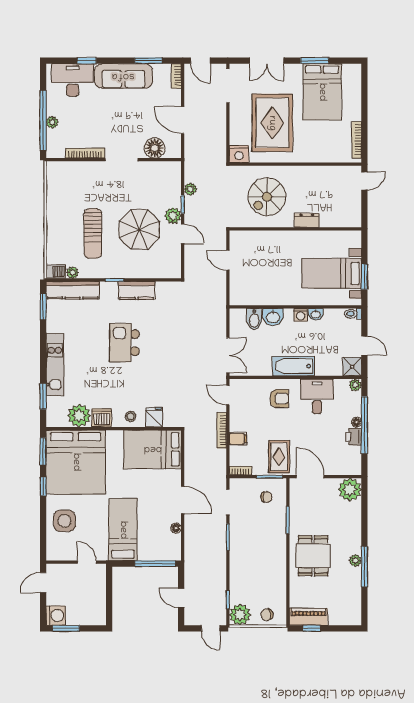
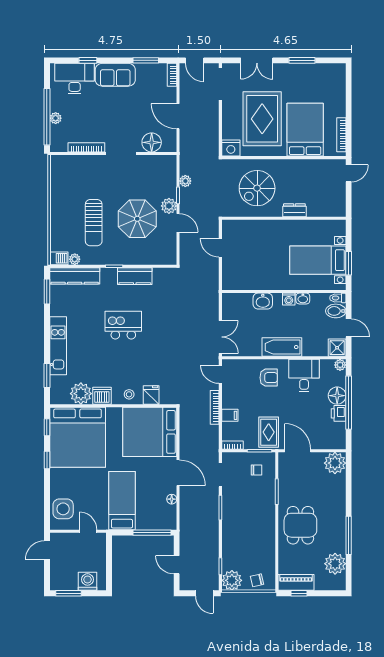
sofa: (123, 76) -> (115, 75), width x0.73
bed: (322, 92) -> (305, 130), moved, turned 180
bidet: (254, 319) -> (336, 311), moved, turned 90
kitchen island: (124, 343) -> (123, 325), turned 90
floor lamp: (357, 422) -> (337, 396), width x1.89, depth x1.89
bed: (153, 449) -> (150, 432), width x1.36
window: (43, 451) -> (47, 427), width x0.67
side table: (64, 521) -> (63, 509), moved
plant: (355, 560) -> (335, 564), moved, width x1.88, depth x1.88
washing machine: (56, 616) -> (88, 581), moved, turned -90

